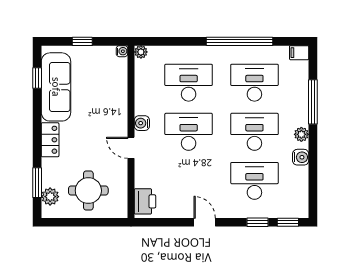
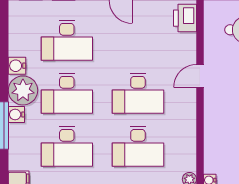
water cooler: (142, 123) -> (16, 115), moved, turned 180
plant: (301, 134) -> (23, 90), width x1.87, depth x1.87
door: (131, 148) -> (200, 76), swing flipped

